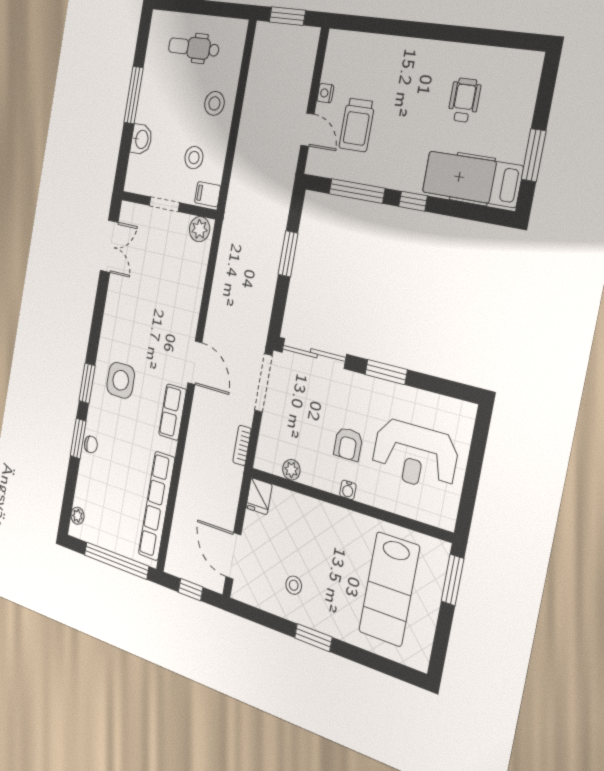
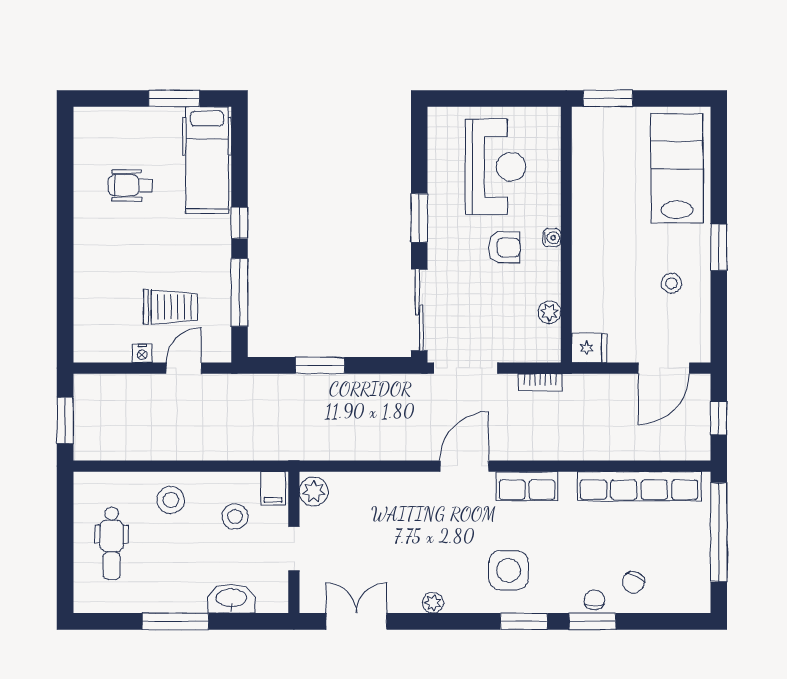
washbasin: (141, 139) -> (231, 599), width x1.38
chair: (97, 480) -> (633, 582), added
plant: (77, 516) -> (433, 603), moved
lab bench: (389, 589) -> (677, 168), moved, turned -90

